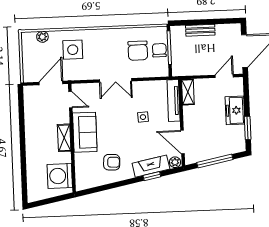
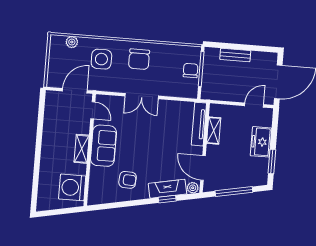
chair: (138, 51) -> (139, 59), moved
shelving: (188, 92) -> (214, 131), moved
side table: (143, 117) -> (165, 137), removed

